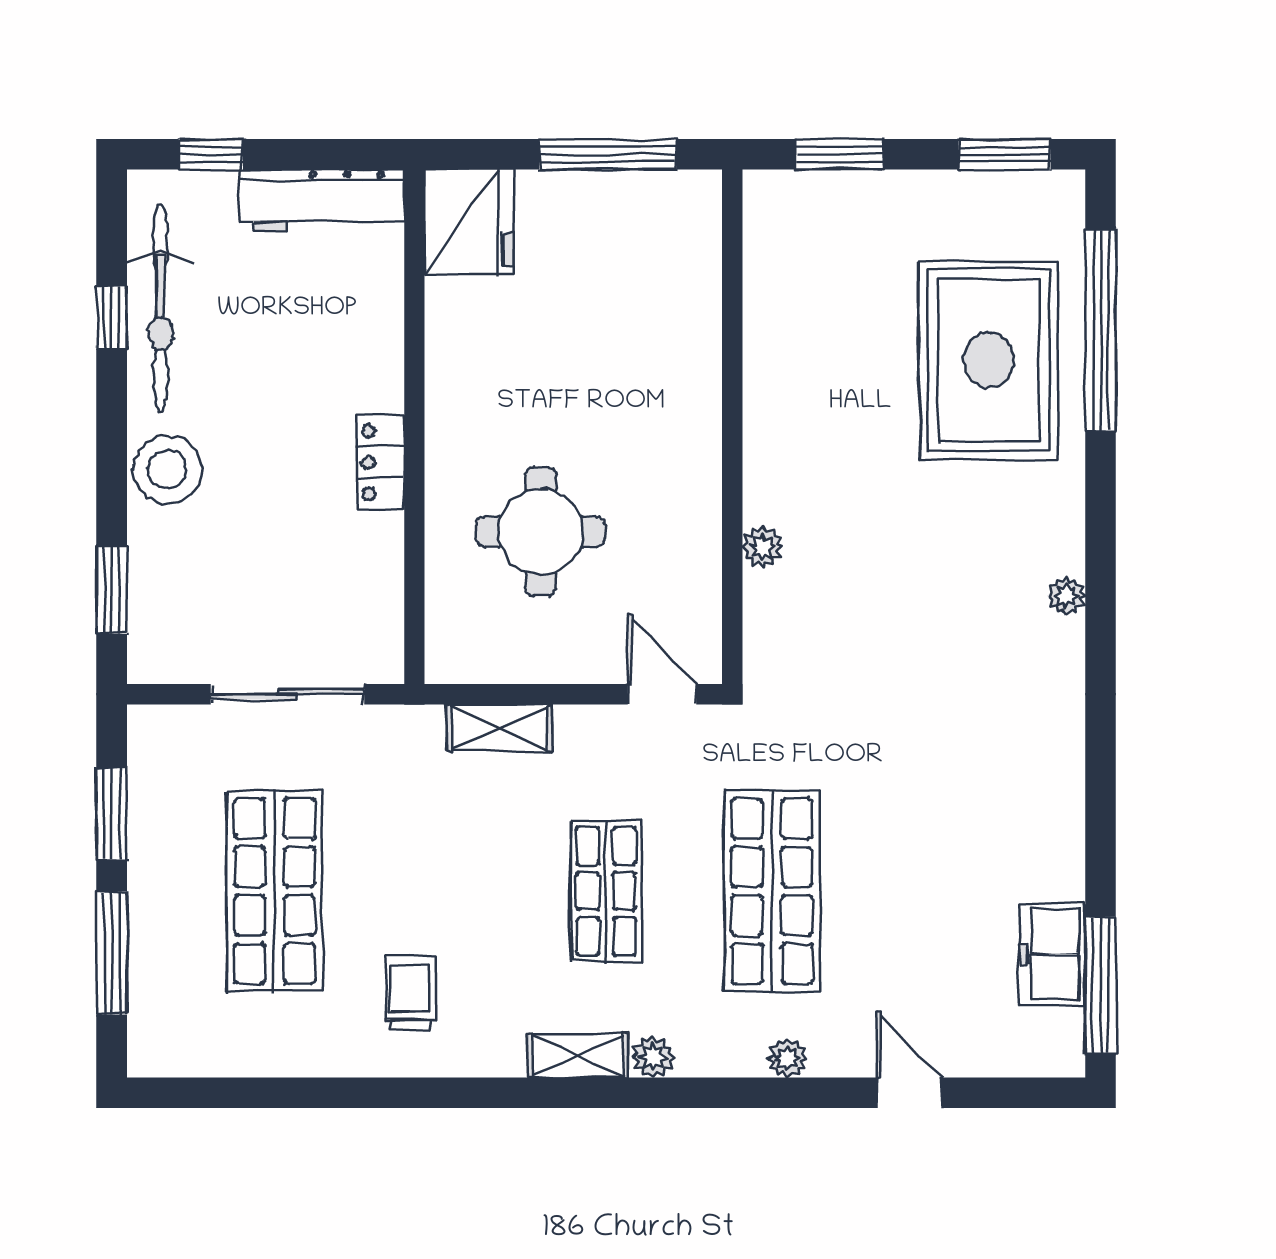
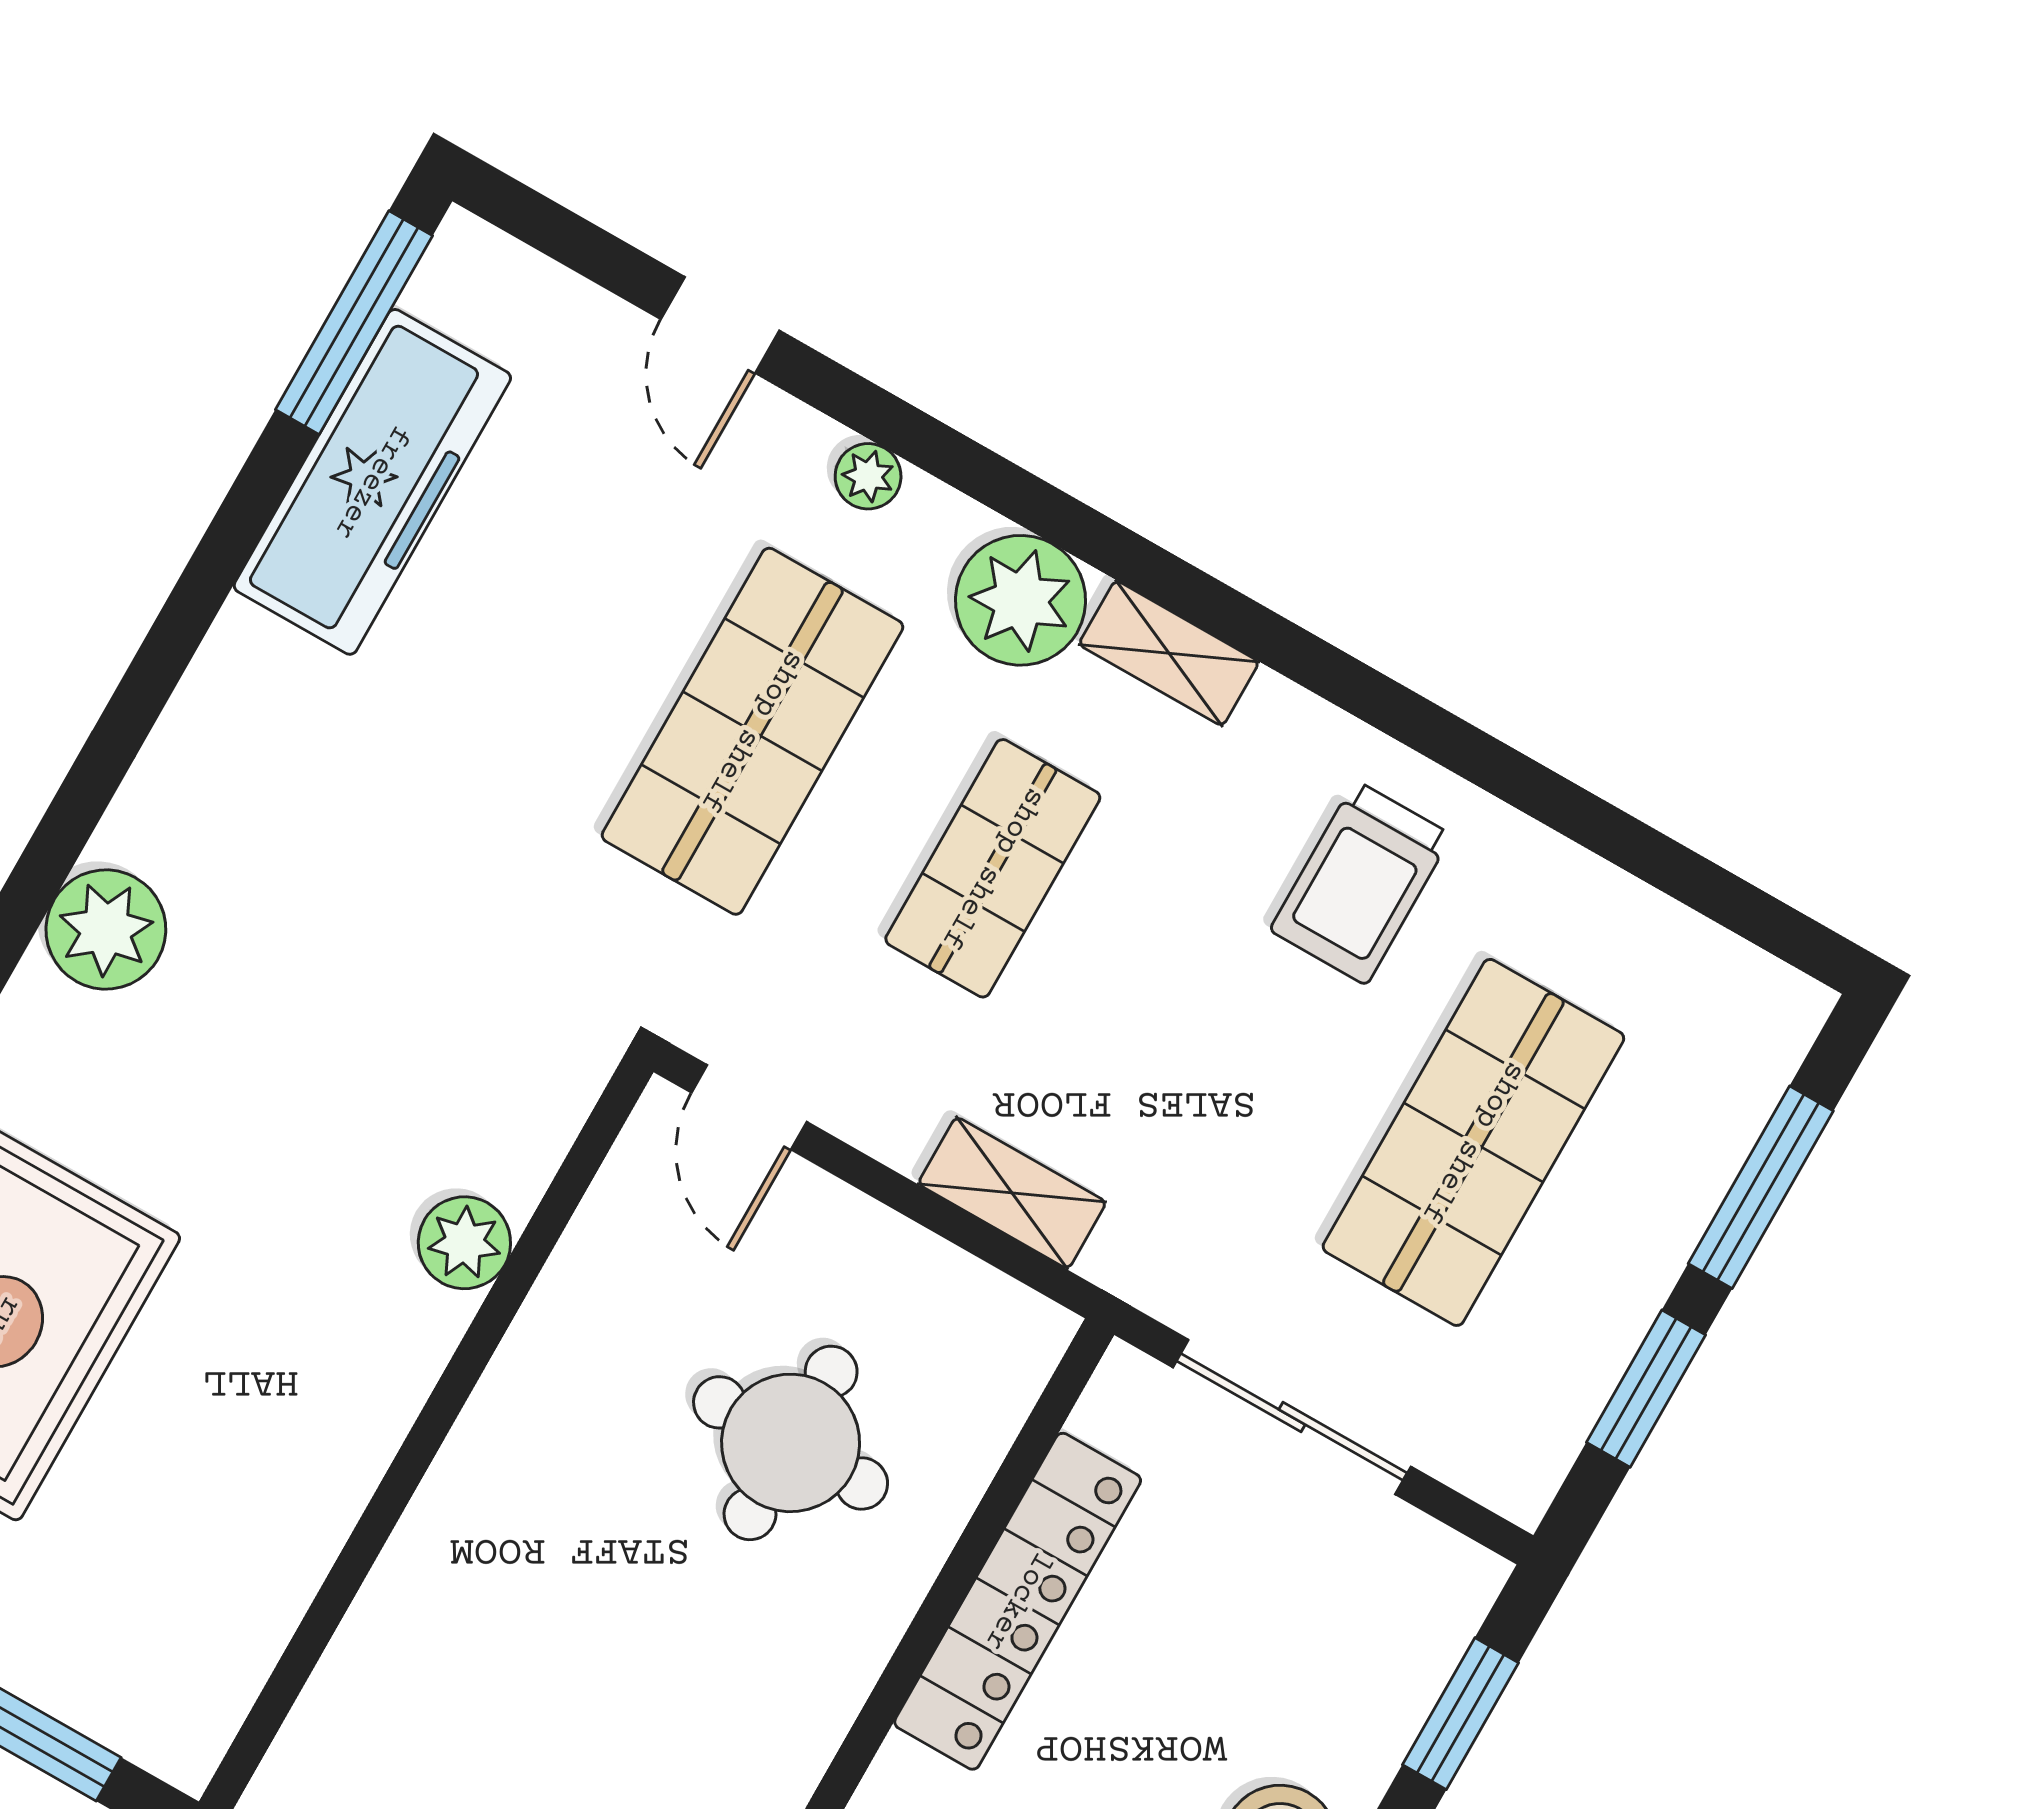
locker: (381, 462) -> (1018, 1601), width x2.16, depth x1.21
plant: (762, 547) -> (464, 1243), width x1.38, depth x1.38
plant: (1066, 596) -> (106, 929), width x1.88, depth x1.88
freezer: (1052, 954) -> (372, 482), width x1.91, depth x1.26
trolley: (410, 993) -> (1361, 883), width x1.36, depth x1.39
plant: (653, 1057) -> (1021, 600), width x1.87, depth x1.87

